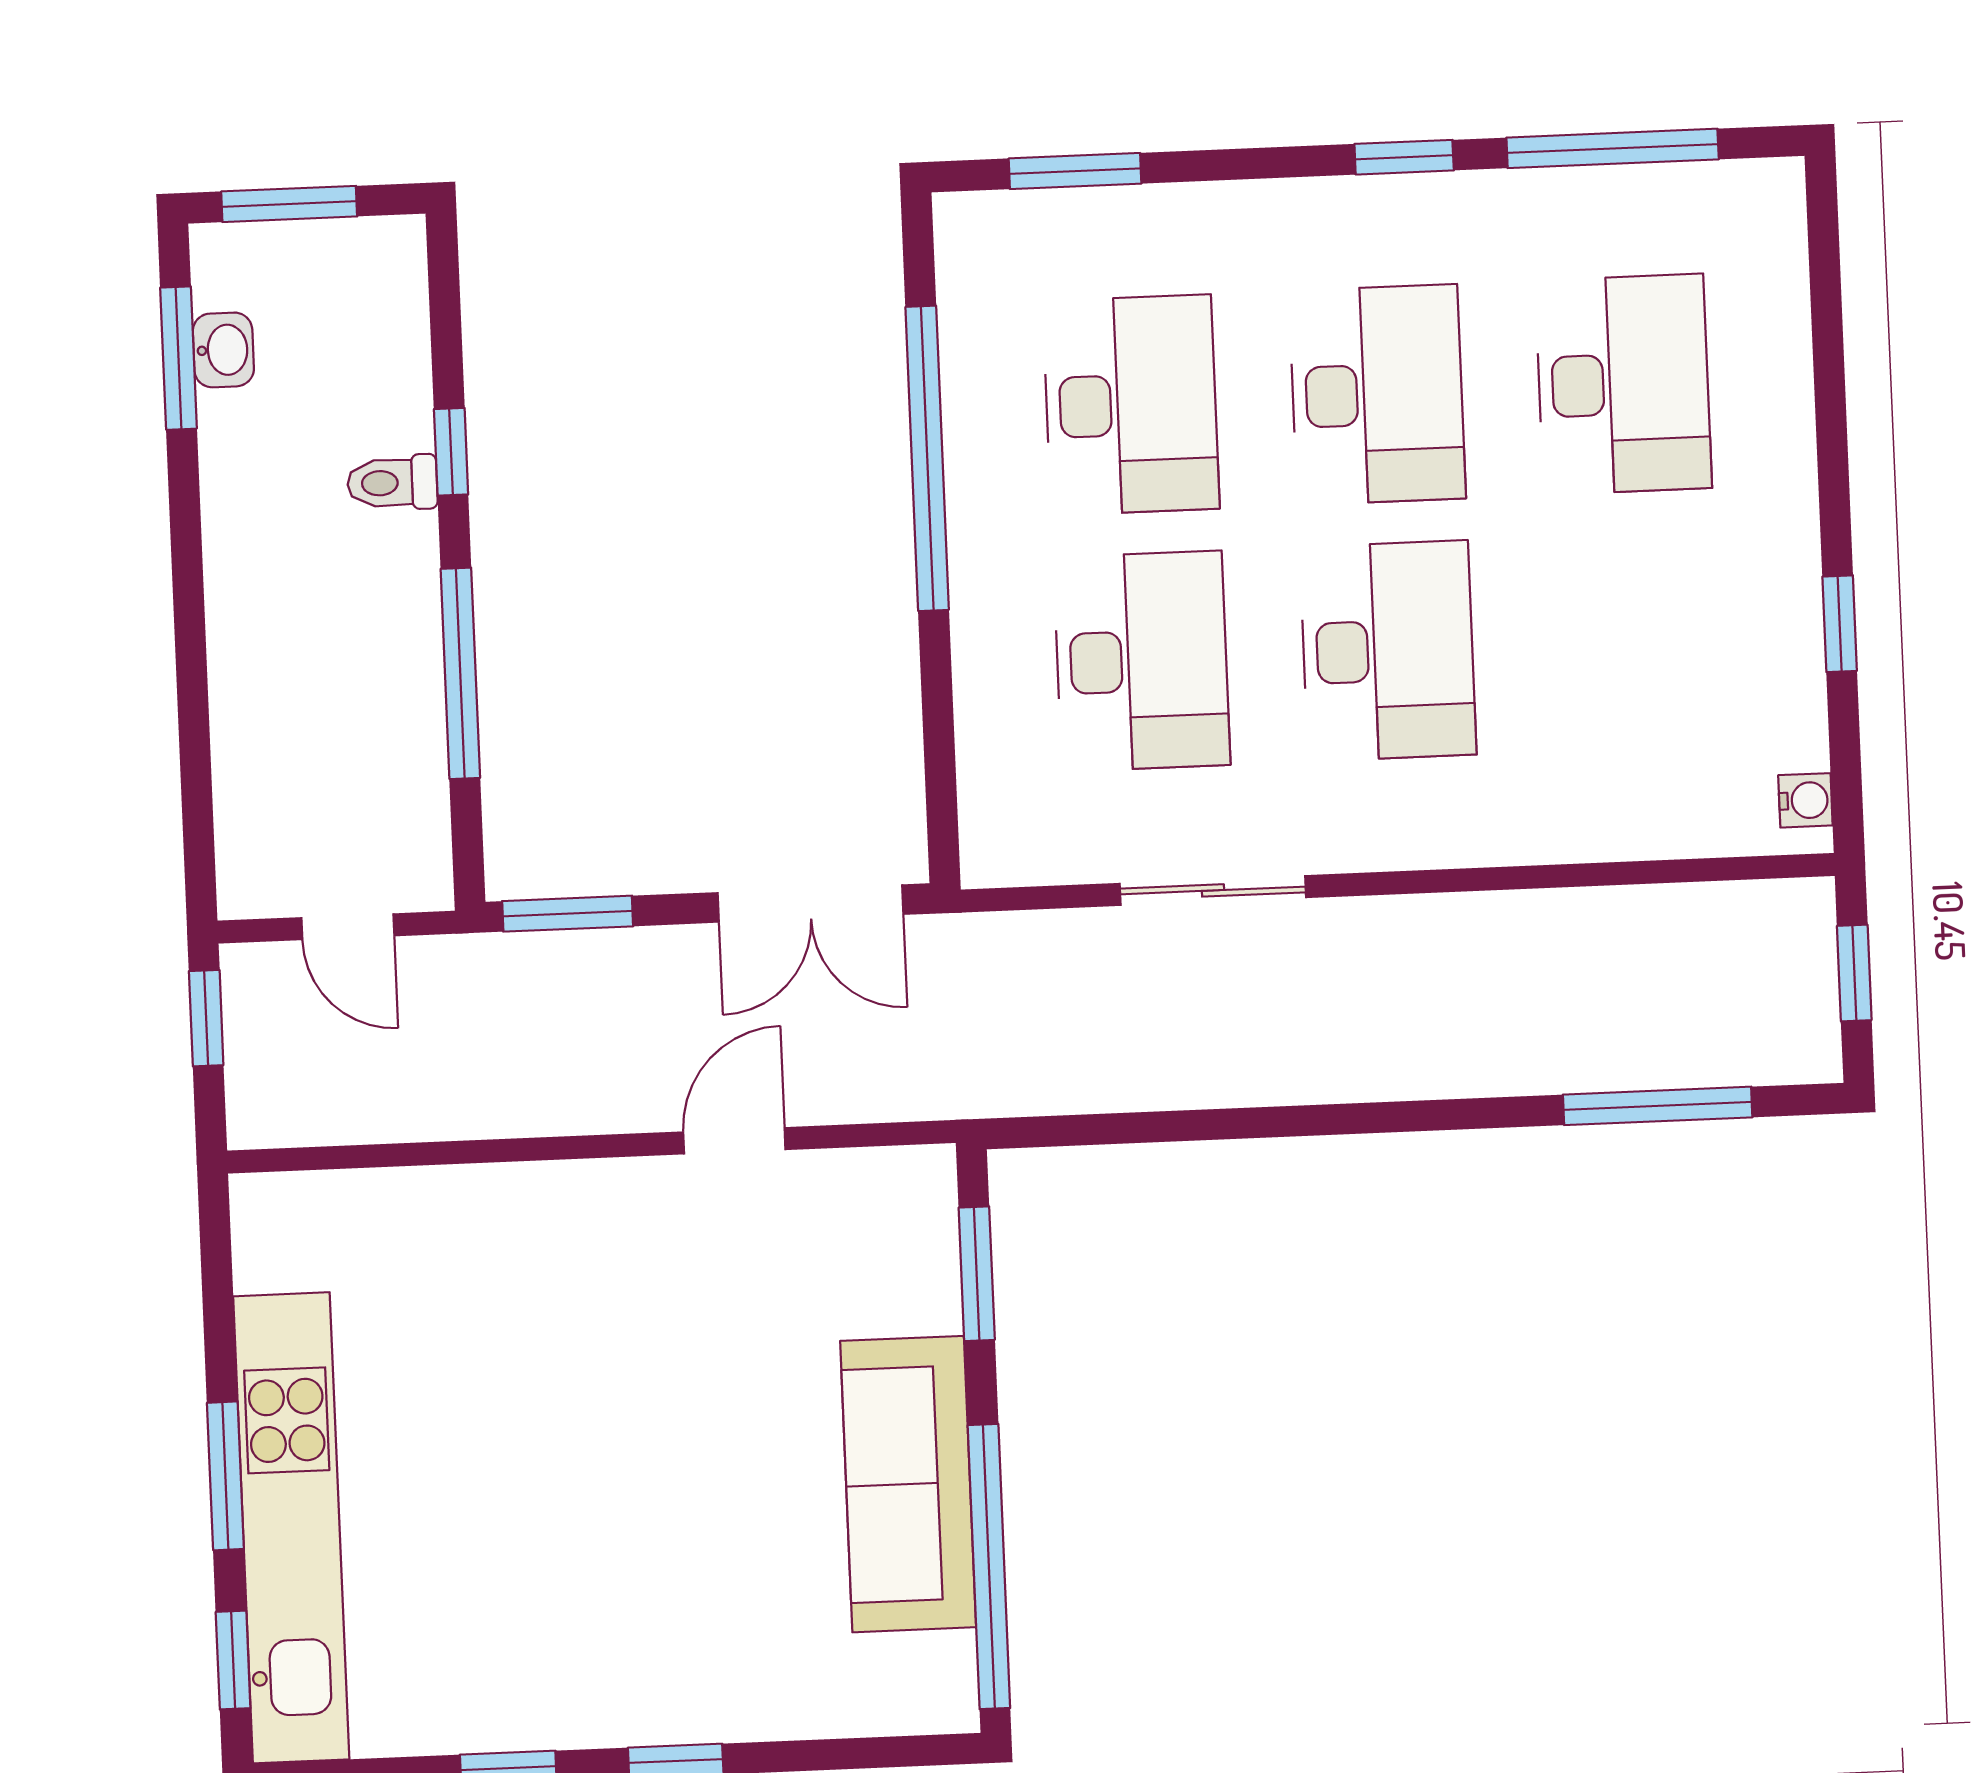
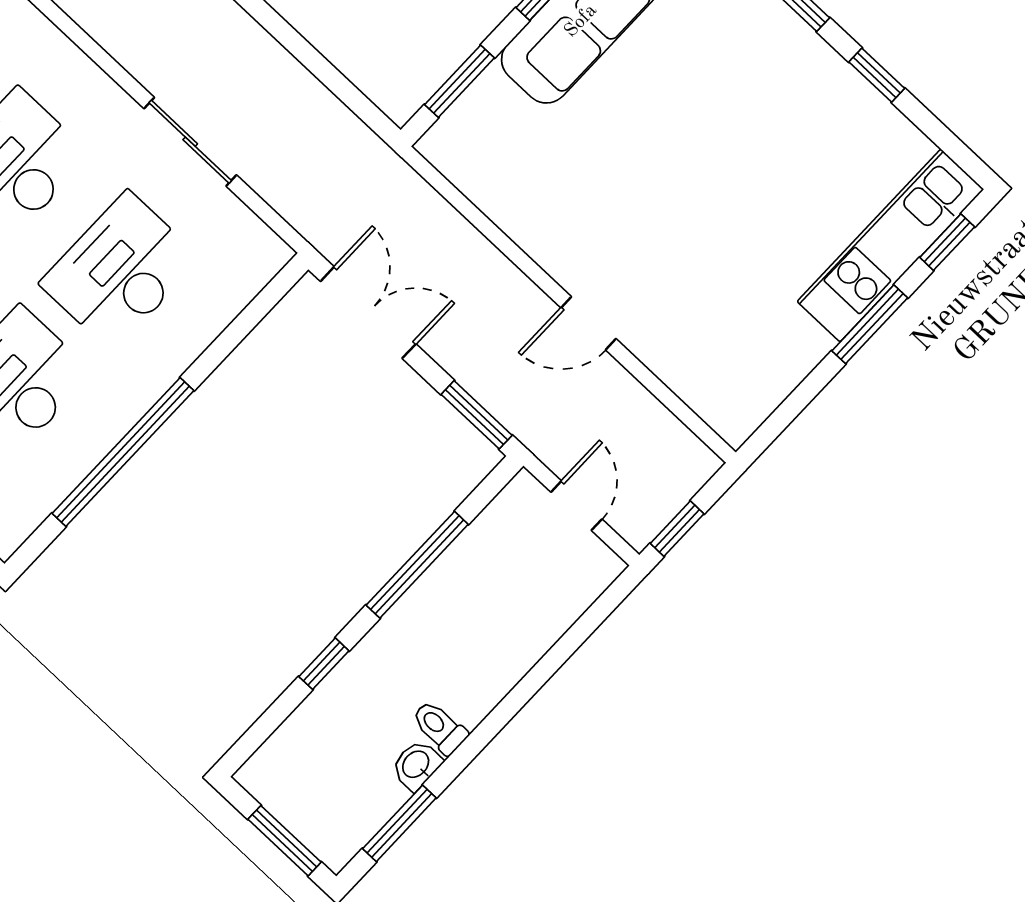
washbasin: (223, 350) -> (416, 765), moved
toilet: (392, 483) -> (439, 727), moved, turned 180
door: (734, 1141) -> (588, 323), moved
kitchen unit: (291, 1528) -> (890, 245), width x0.73

